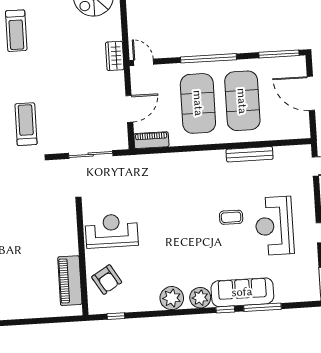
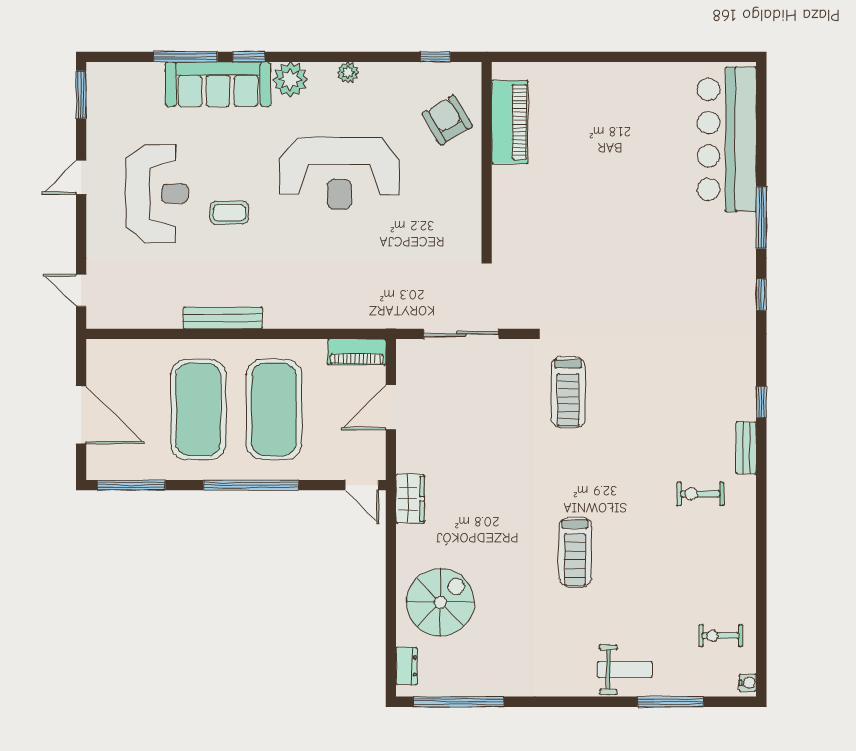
treadmill: (16, 31) -> (575, 552), turned 180
bench: (250, 154) -> (223, 318), moved
reception desk: (112, 231) -> (339, 173), moved, width x1.36, depth x1.30
plant: (172, 298) -> (348, 72), width x0.53, depth x0.53

